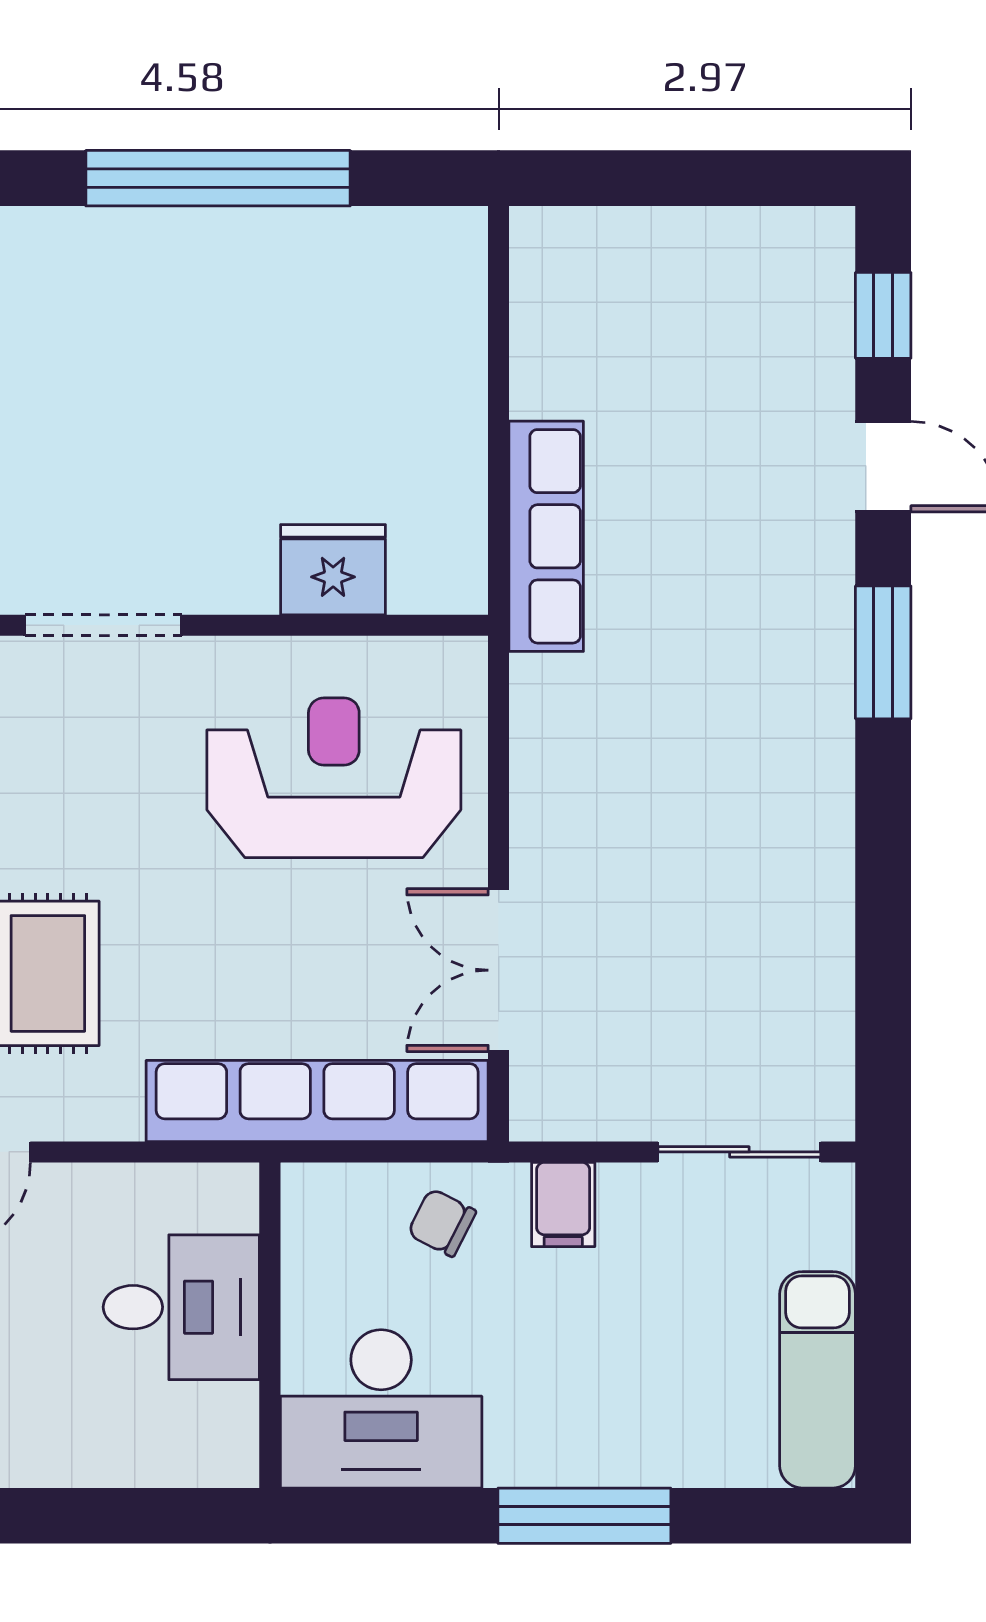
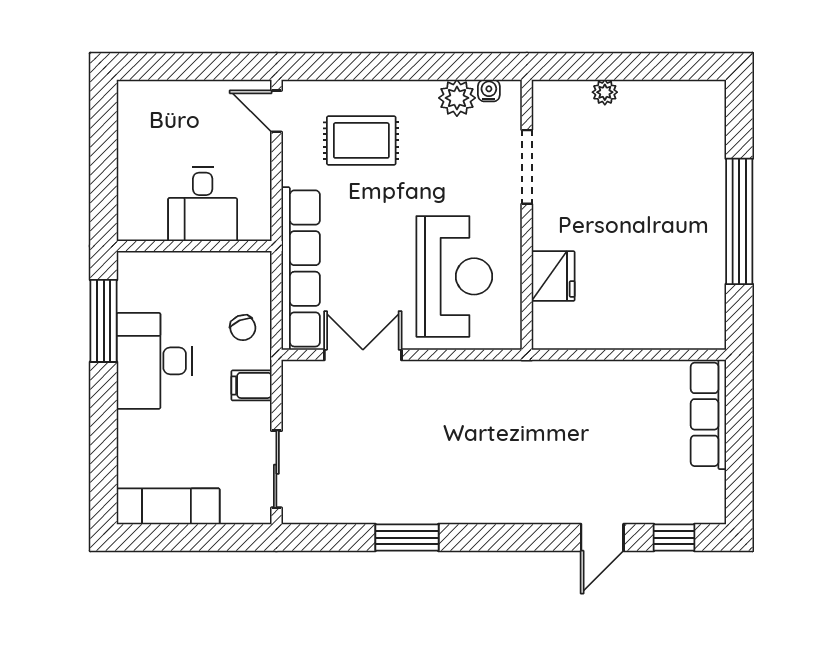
row of seats: (546, 536) -> (708, 414), moved, turned 90
window: (883, 652) -> (407, 538), moved
chair: (442, 1223) -> (243, 328), turned 130
desk: (381, 1409) -> (154, 361), moved
window: (584, 1516) -> (104, 321), moved

